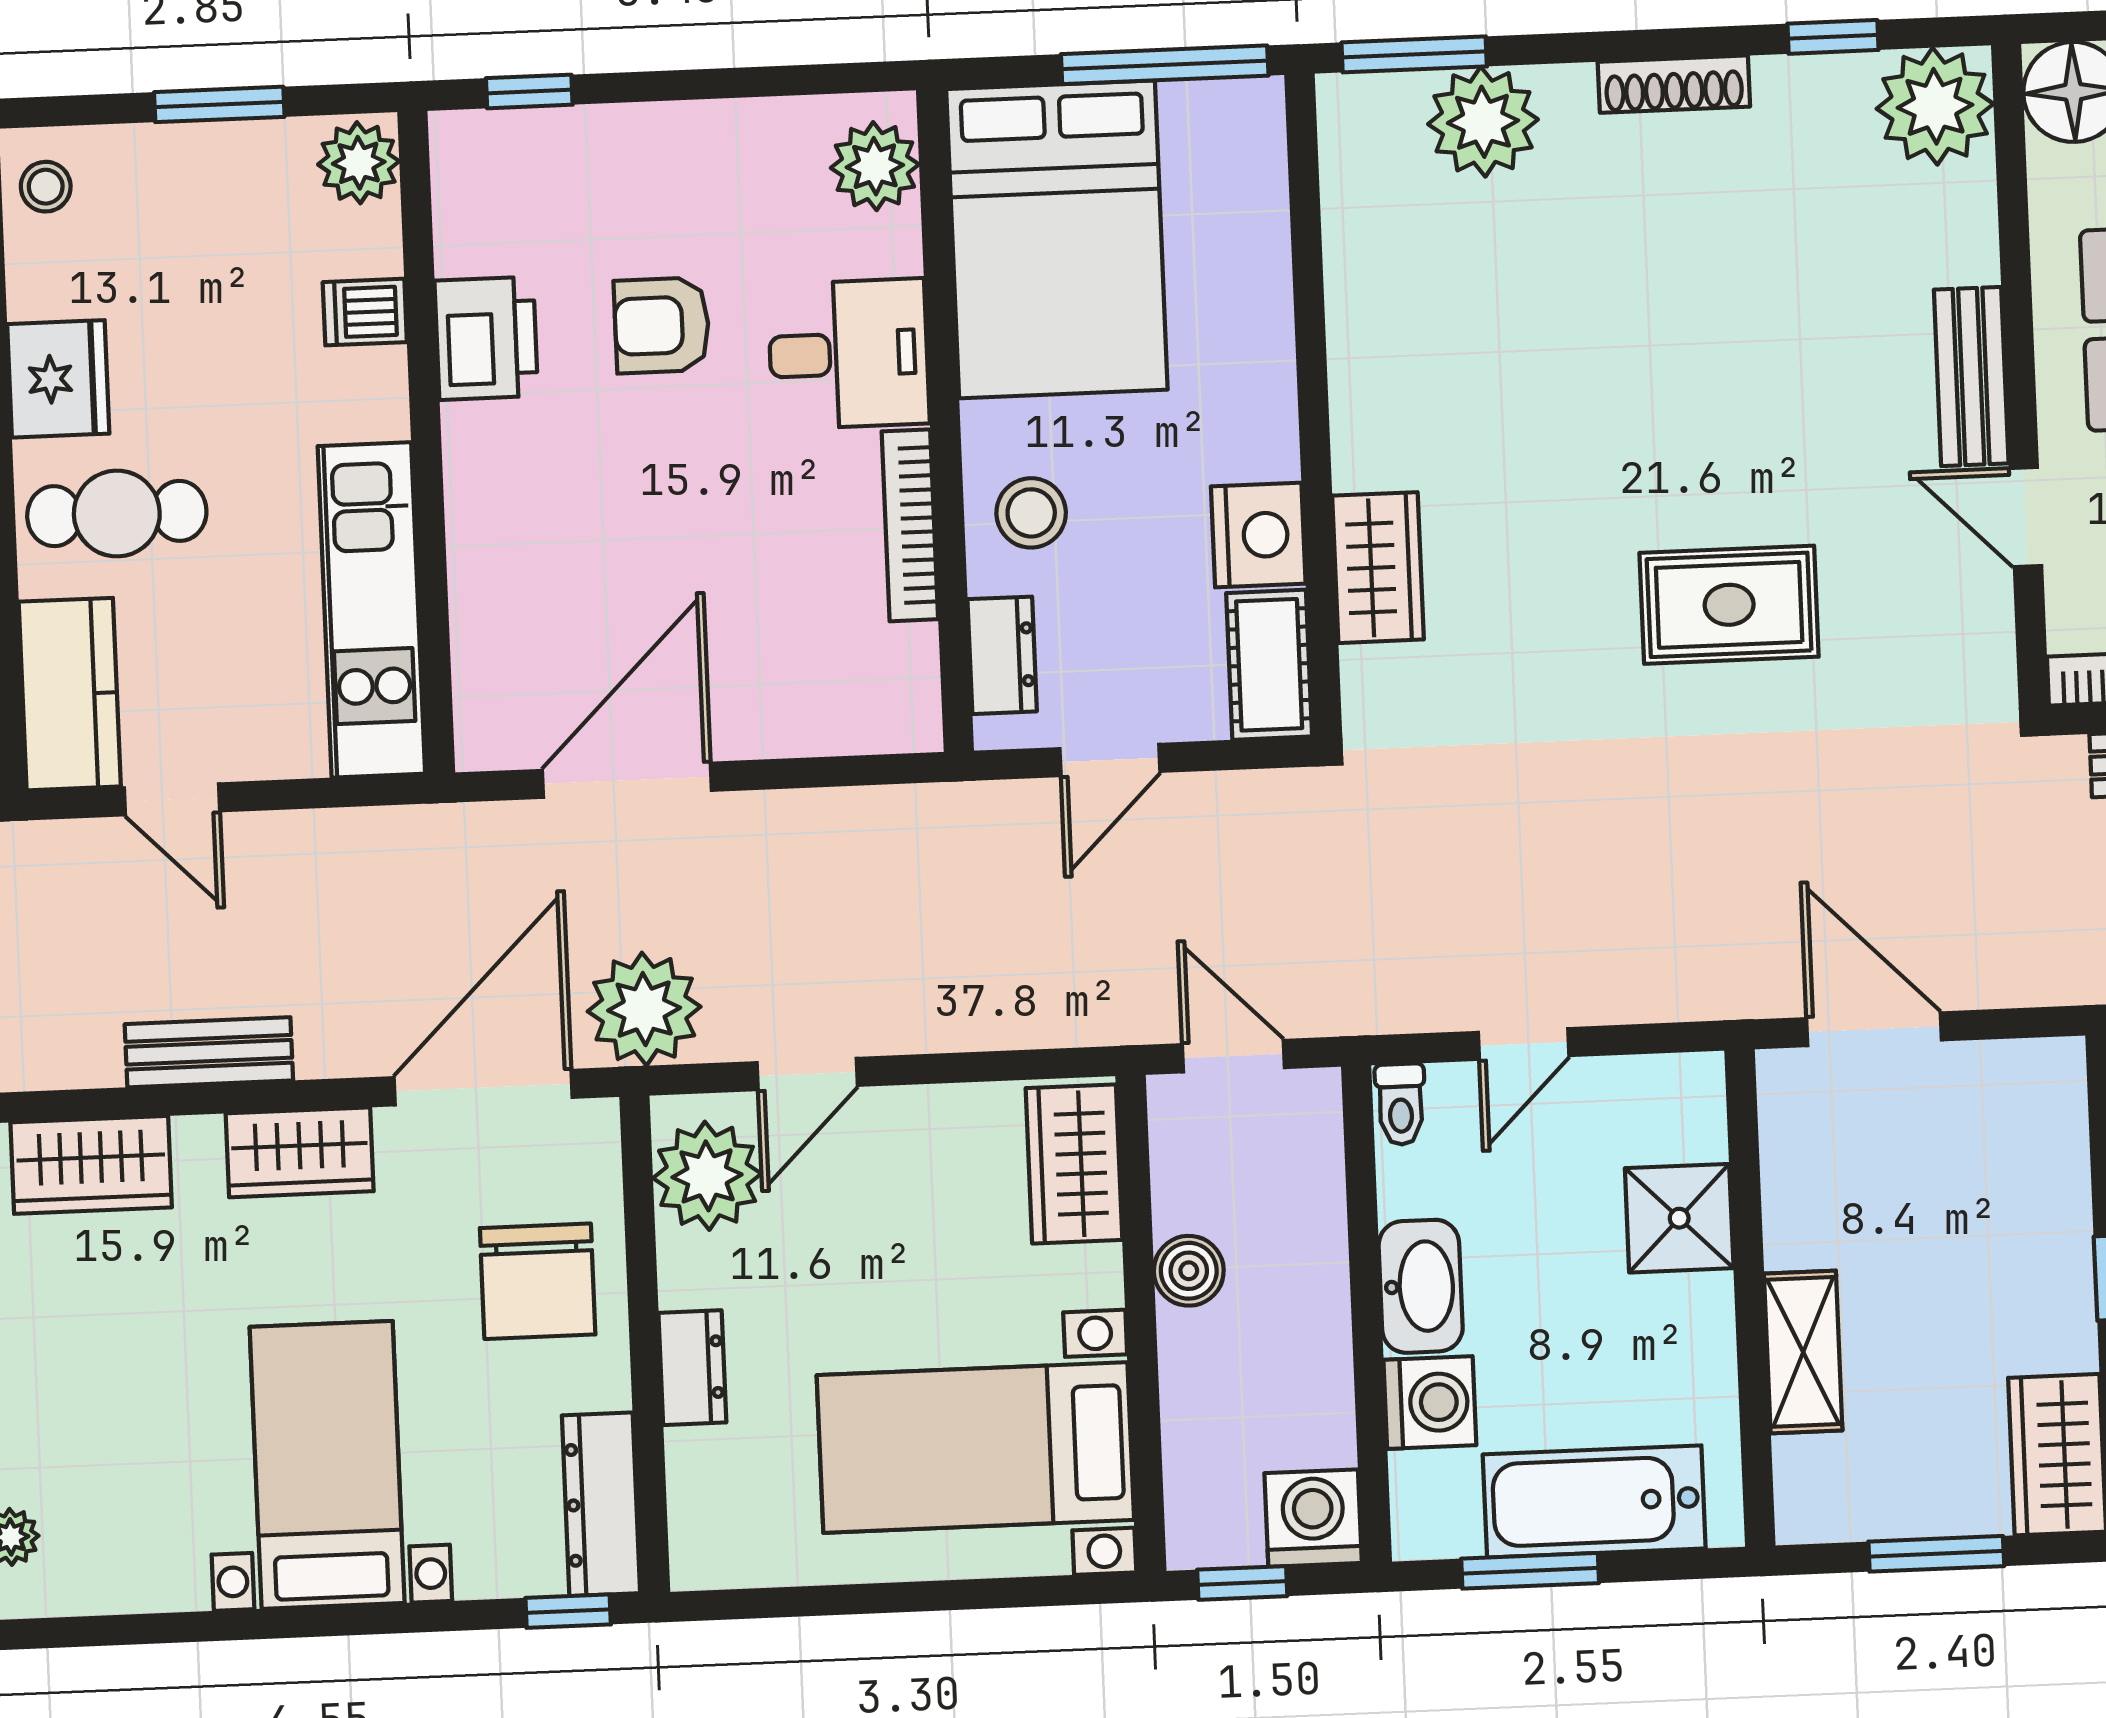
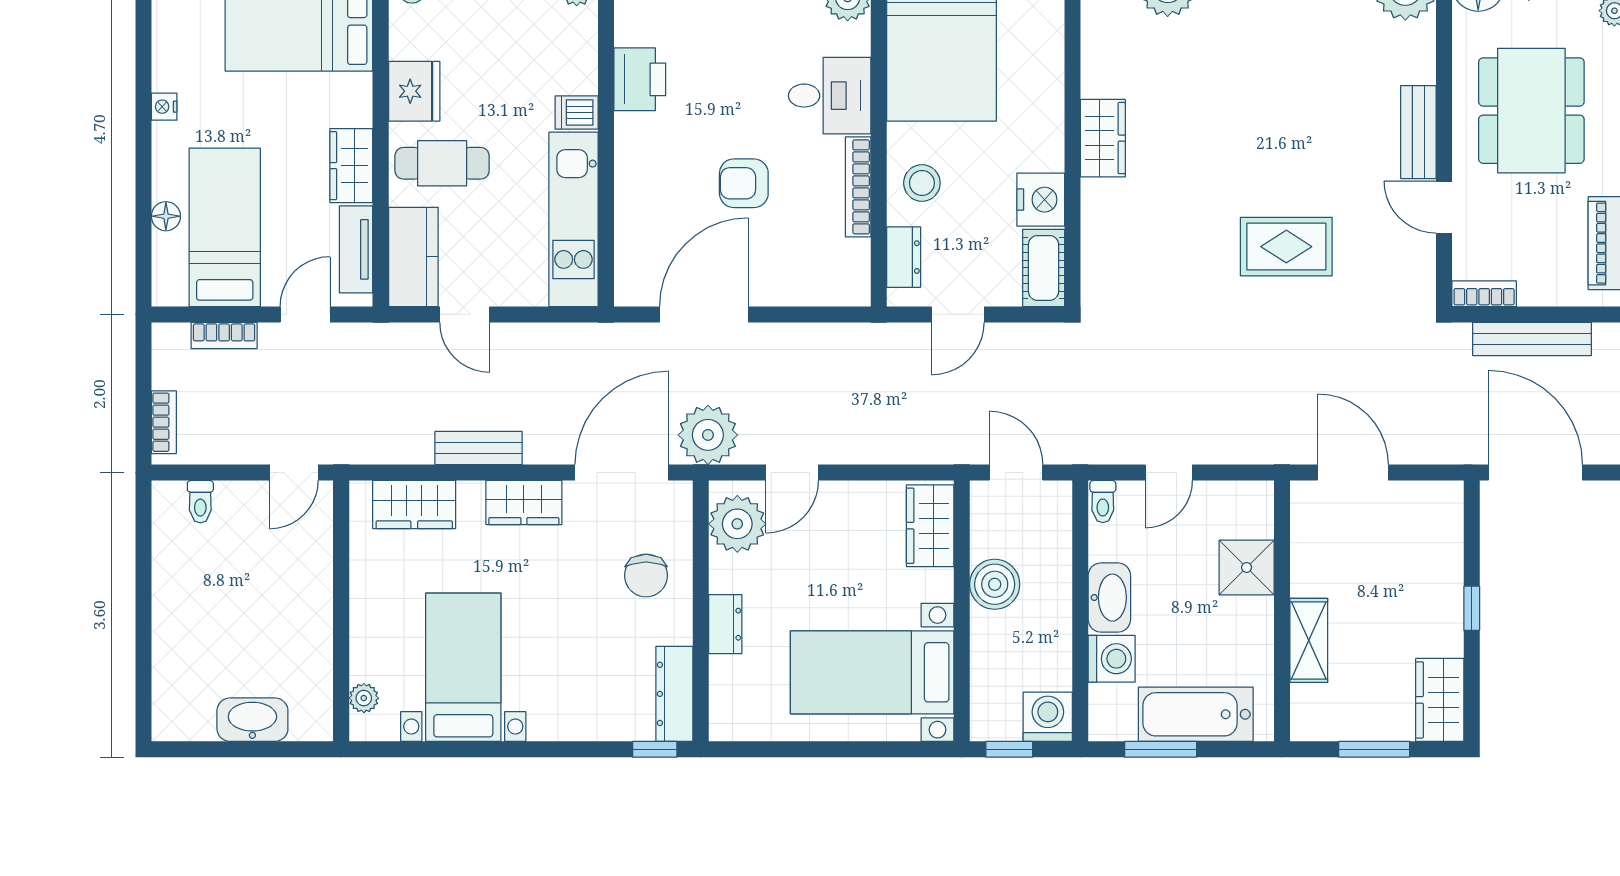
dishwasher: (365, 312) -> (577, 112), moved
armchair: (662, 325) -> (744, 183), moved
wardrobe: (1378, 568) -> (1103, 138), moved
boiler: (1189, 1271) -> (995, 584), width x1.36, depth x1.36
chair: (538, 1281) -> (646, 575), width x0.73, depth x0.73
bed with nightstands: (327, 1465) -> (463, 667), moved

